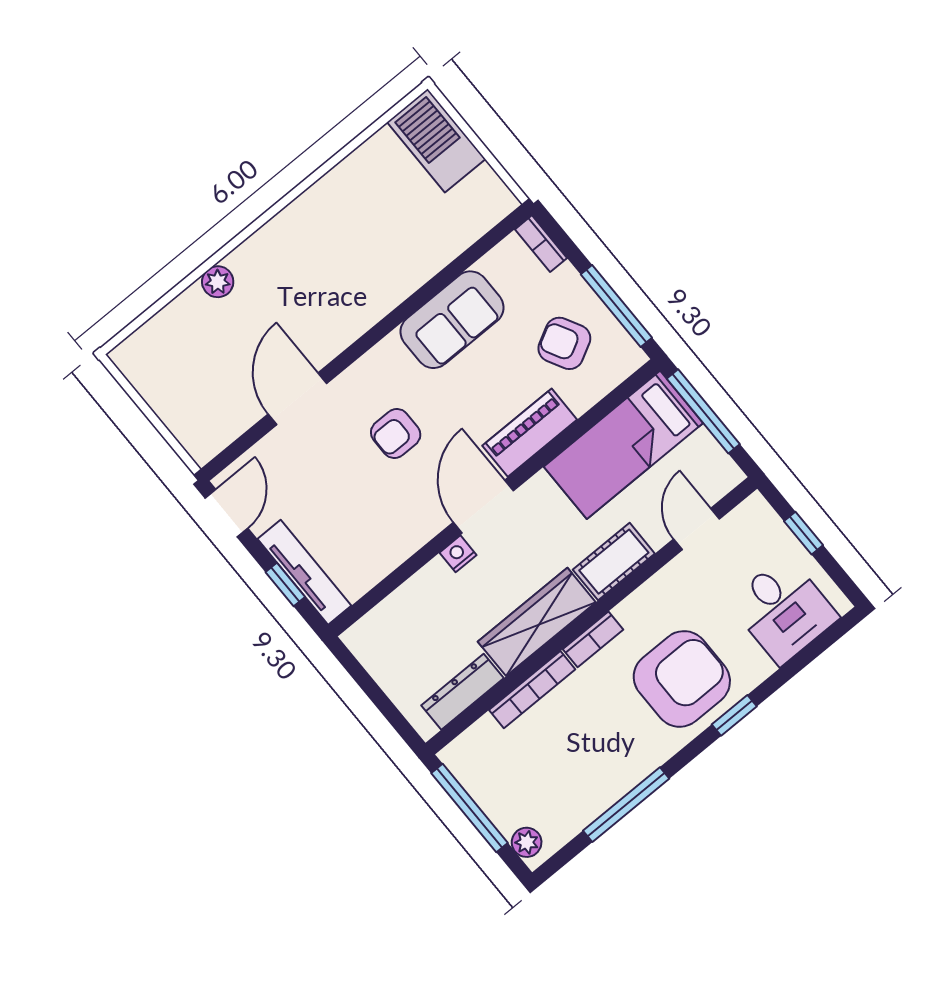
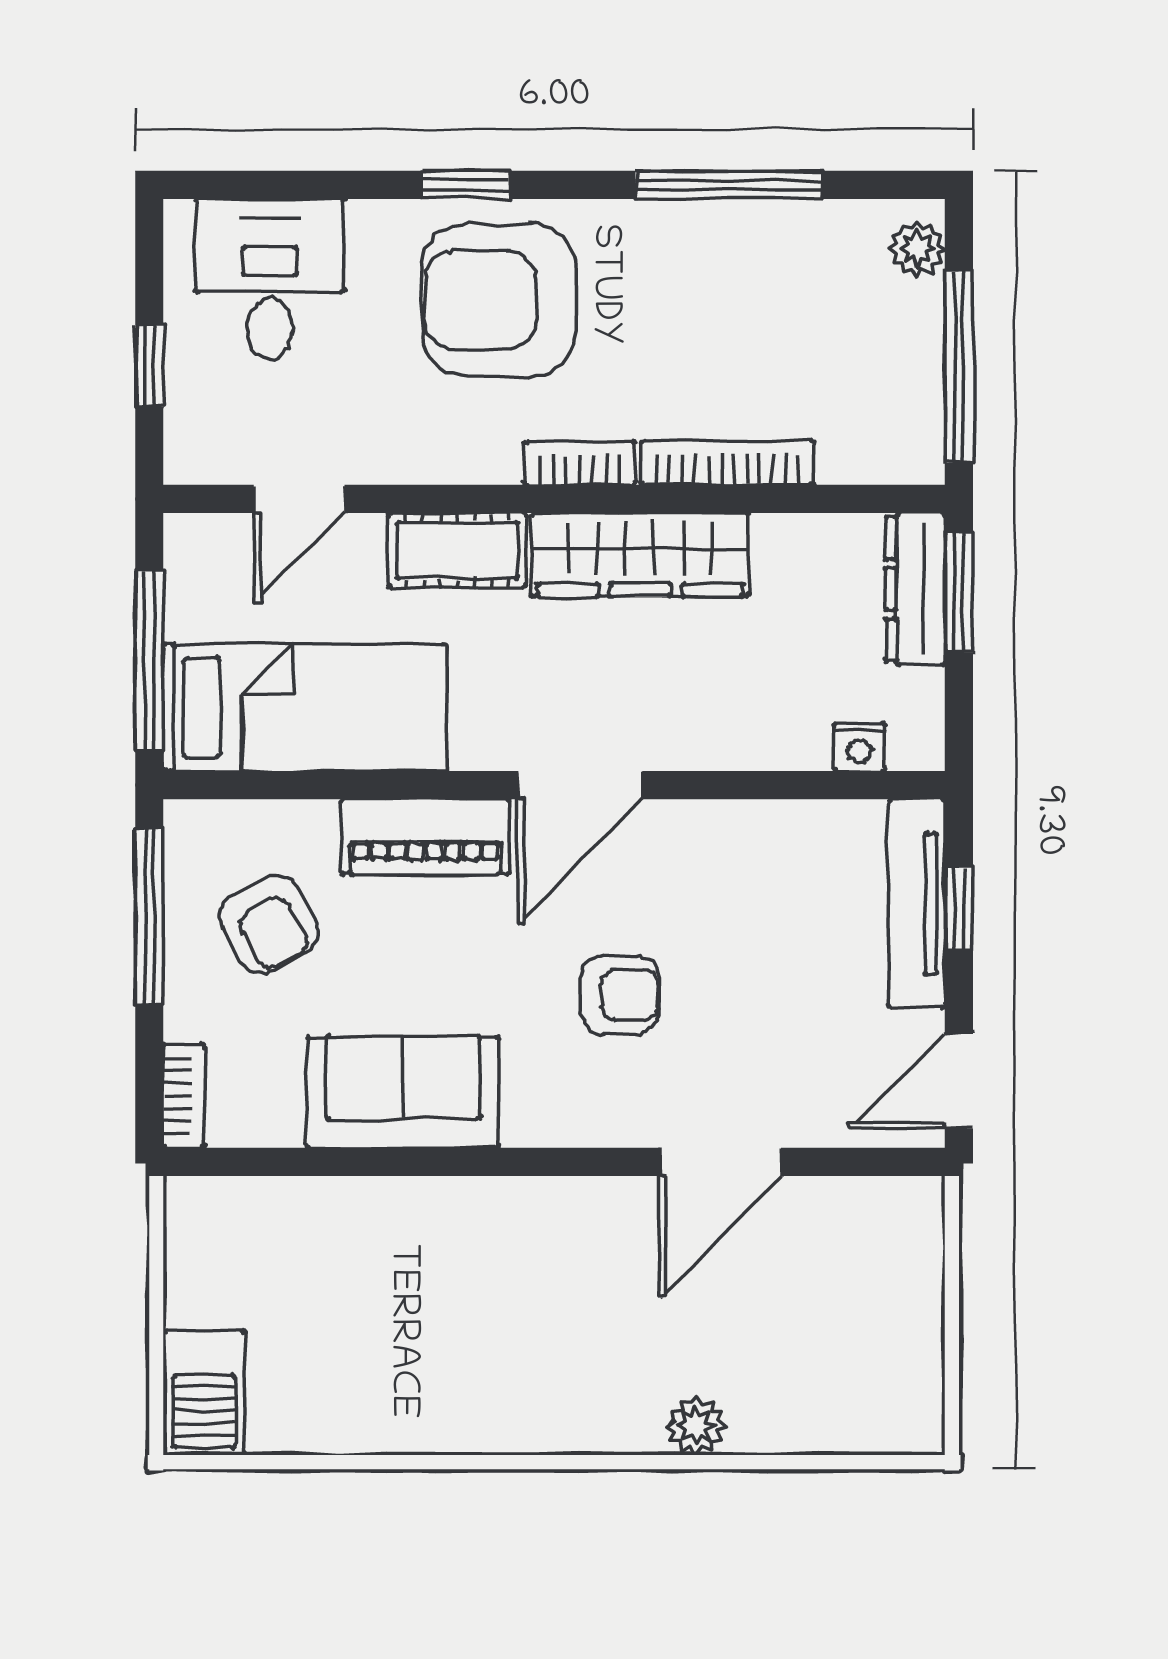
barbecue: (436, 141) -> (204, 1393), width x0.73, depth x0.83
nightstand: (458, 554) -> (859, 747), moved
dresser: (463, 692) -> (915, 589), moved, turned 90
window: (393, 715) -> (959, 592), added

